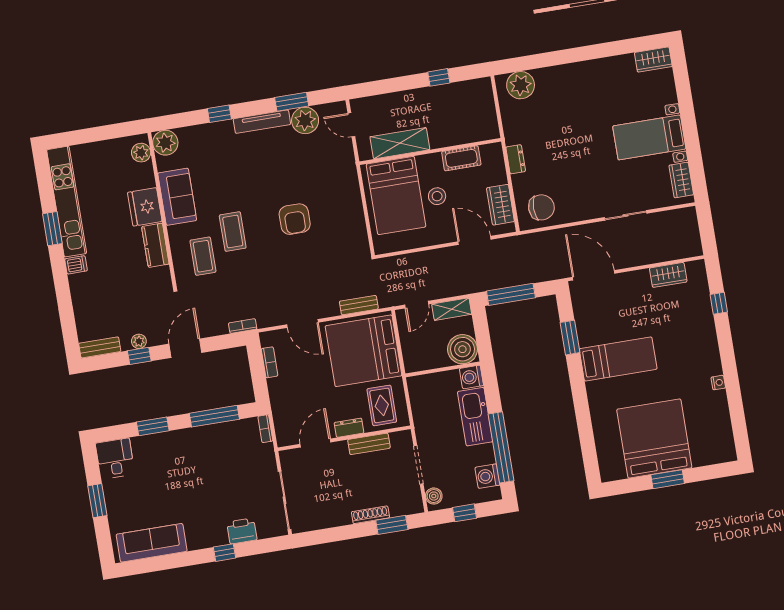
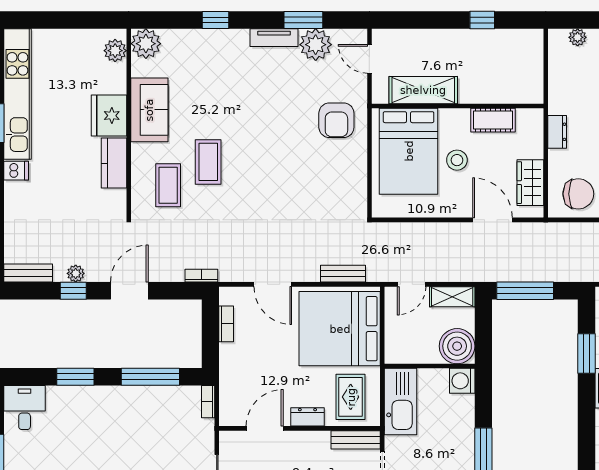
plant: (521, 85) -> (578, 37), width x0.53, depth x0.53
tv unit: (262, 122) -> (274, 38), width x0.71
armchair: (295, 219) -> (336, 120), moved
kitchen sink: (475, 417) -> (401, 402), moved, turned 180
bench: (369, 444) -> (356, 440), moved

